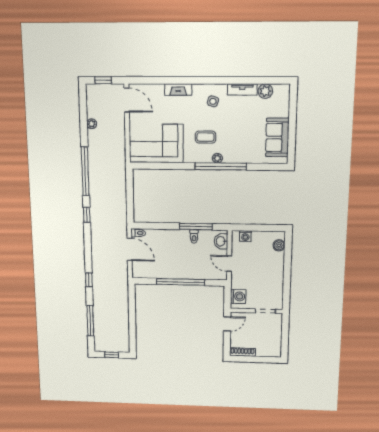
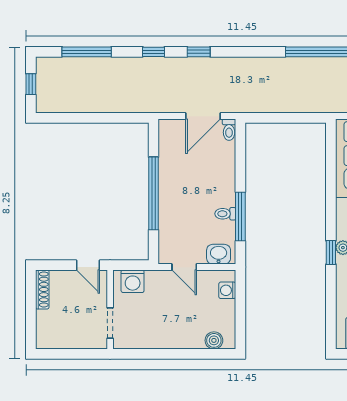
window: (221, 166) -> (331, 252), width x0.32
window: (87, 215) -> (199, 52), moved
door: (229, 264) -> (184, 267), swing flipped

